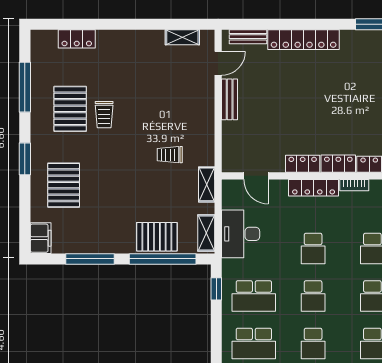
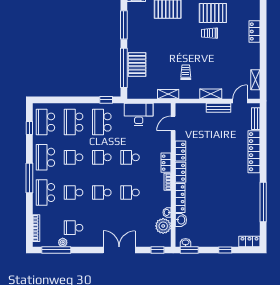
locker: (77, 39) -> (254, 31), moved
door: (218, 63) -> (240, 101), swing flipped
locker: (314, 188) -> (166, 163), width x0.66
shelving: (206, 233) -> (211, 94), moved

